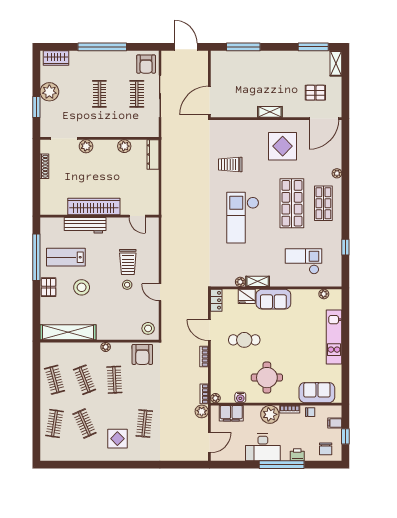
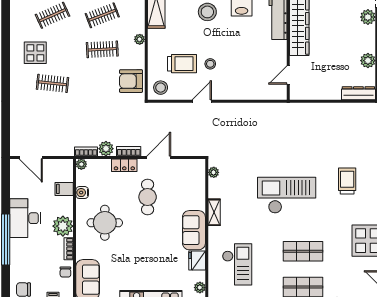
shop shelf: (292, 203) -> (303, 251), width x0.70, depth x0.74
trolley: (128, 262) -> (182, 64), moved, turned 180
plant: (240, 282) -> (214, 172), moved
fridge: (247, 296) -> (197, 260), moved
locker: (216, 300) -> (124, 165), moved
plant: (202, 411) -> (106, 149), moved
filing cabinet: (231, 413) -> (64, 189), width x0.50
printer: (297, 455) -> (17, 257), removed

